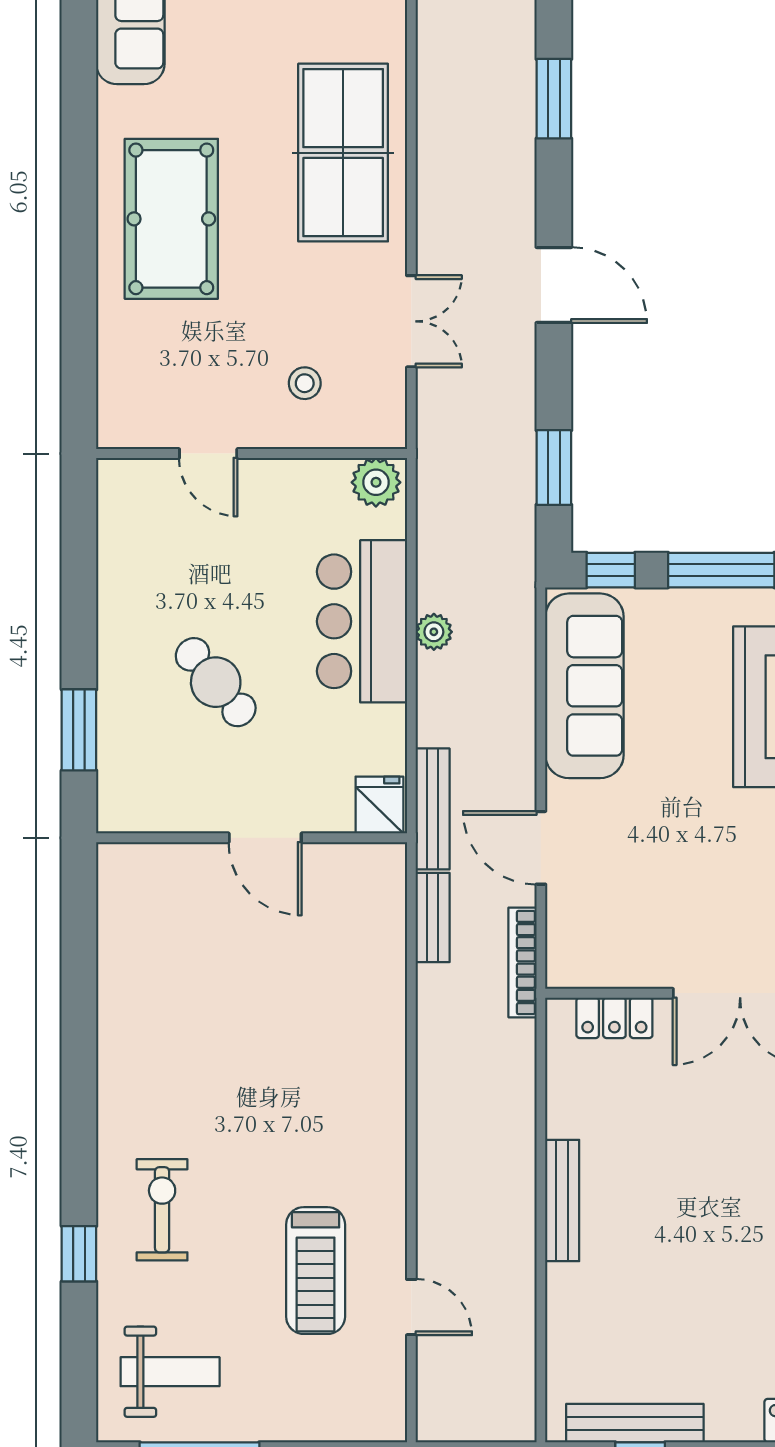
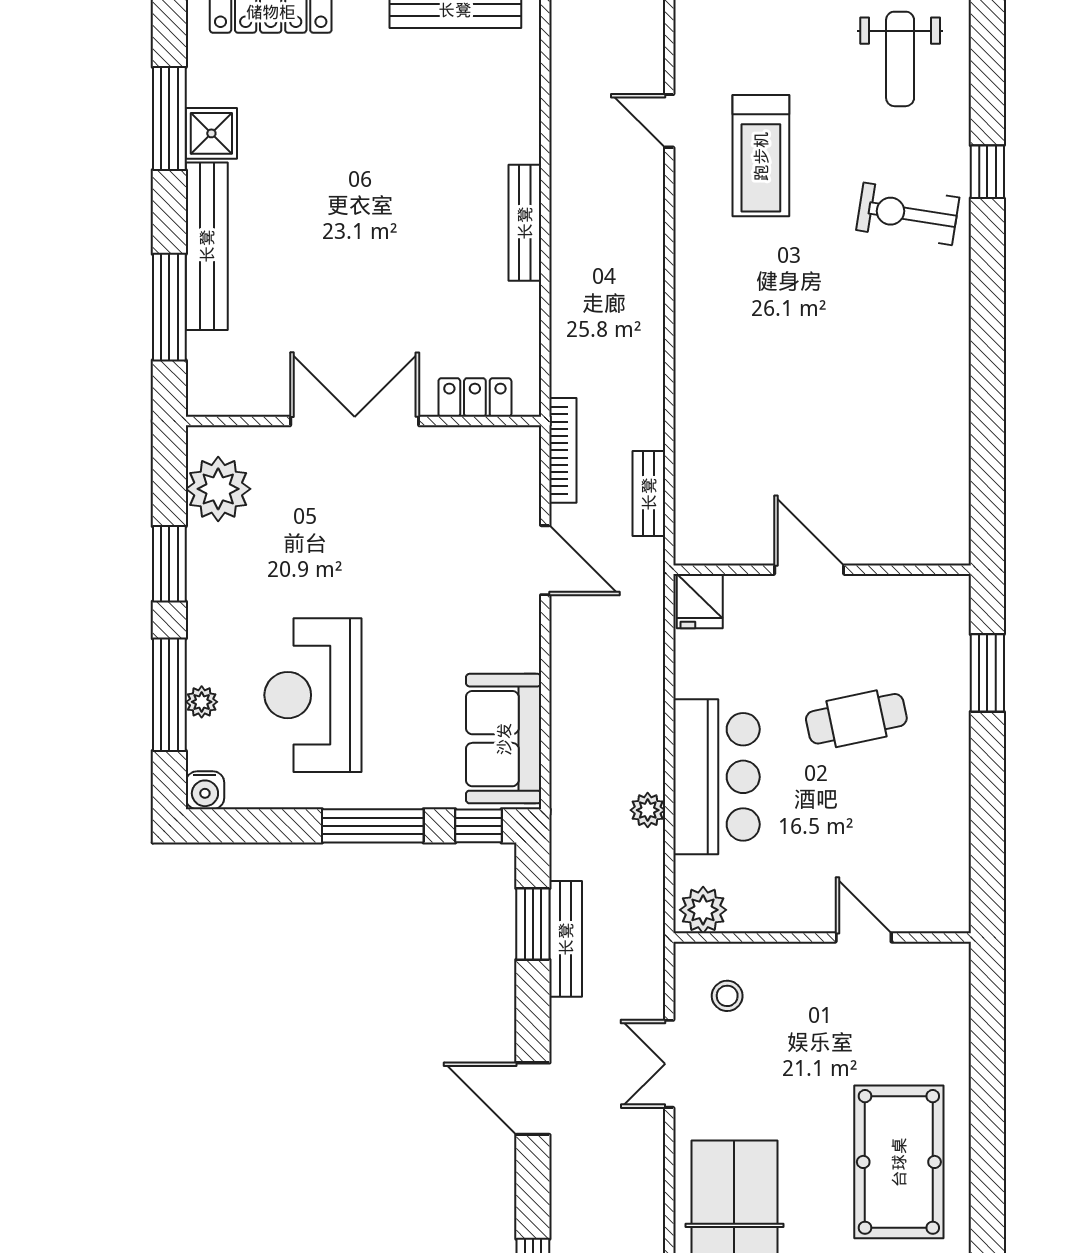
stool: (305, 383) -> (727, 996), moved
plant: (434, 632) -> (648, 810), moved
cafe table: (216, 682) -> (856, 719), turned -62
sofa: (584, 686) -> (504, 739), width x0.73
bench: (433, 809) -> (566, 939), moved
exercise bike: (162, 1210) -> (908, 214), turned 99
treadmill: (316, 1271) -> (761, 156), turned 180
weight bench: (170, 1372) -> (900, 59), turned -90

